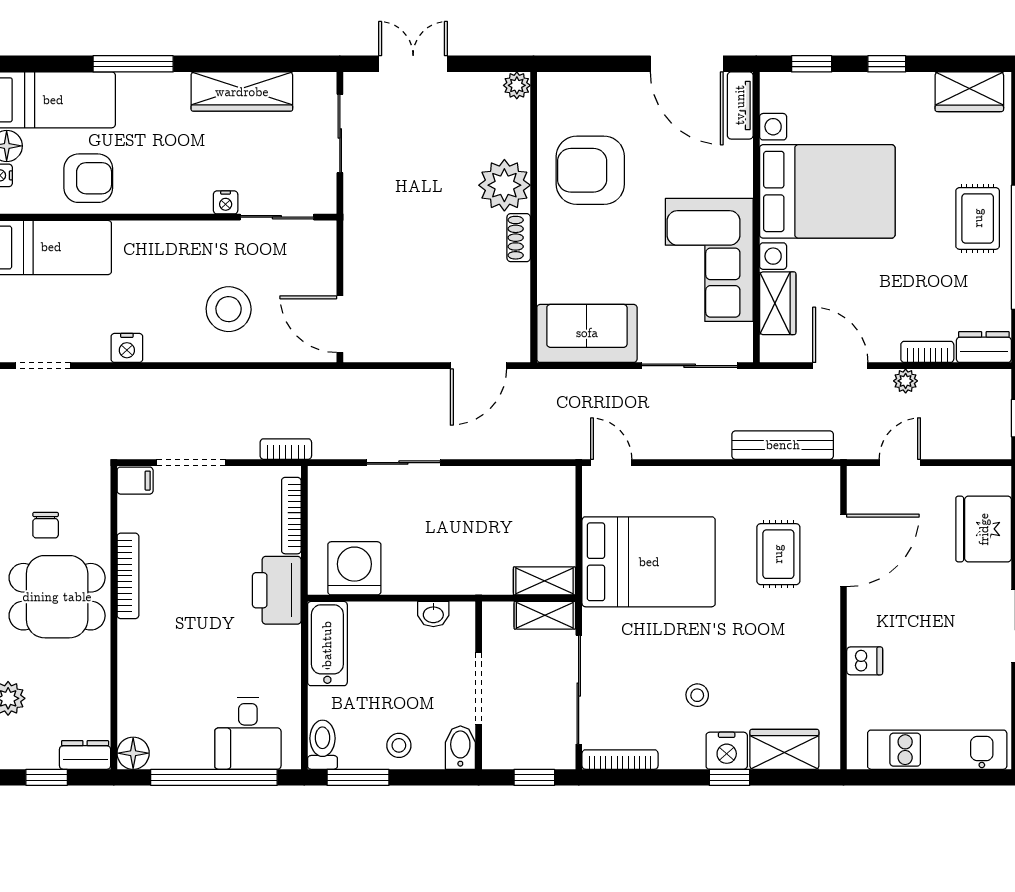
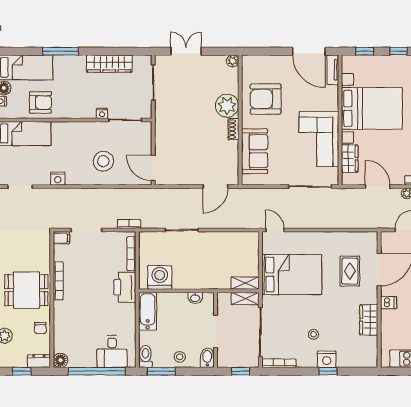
sofa: (587, 333) -> (255, 151), moved, turned 90
bench: (783, 445) -> (352, 222), removed
chair: (46, 525) -> (40, 328), moved
dishwasher: (865, 661) -> (389, 303), moved
wardrobe: (784, 749) -> (369, 320), moved, turned -90

